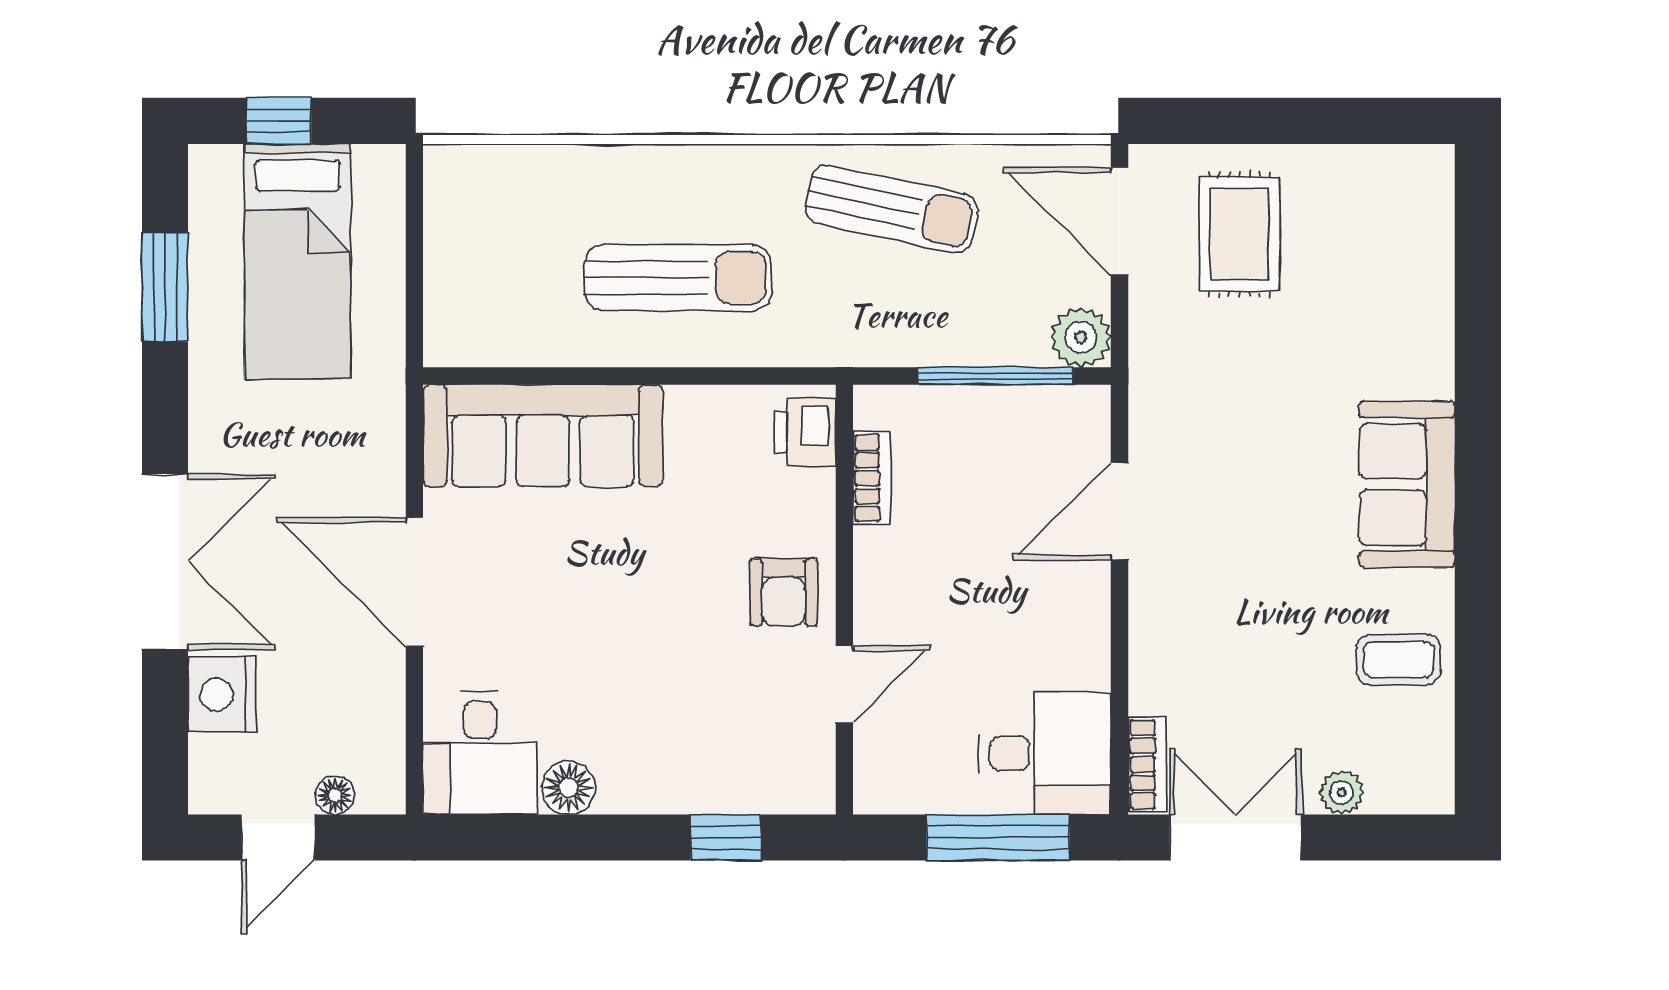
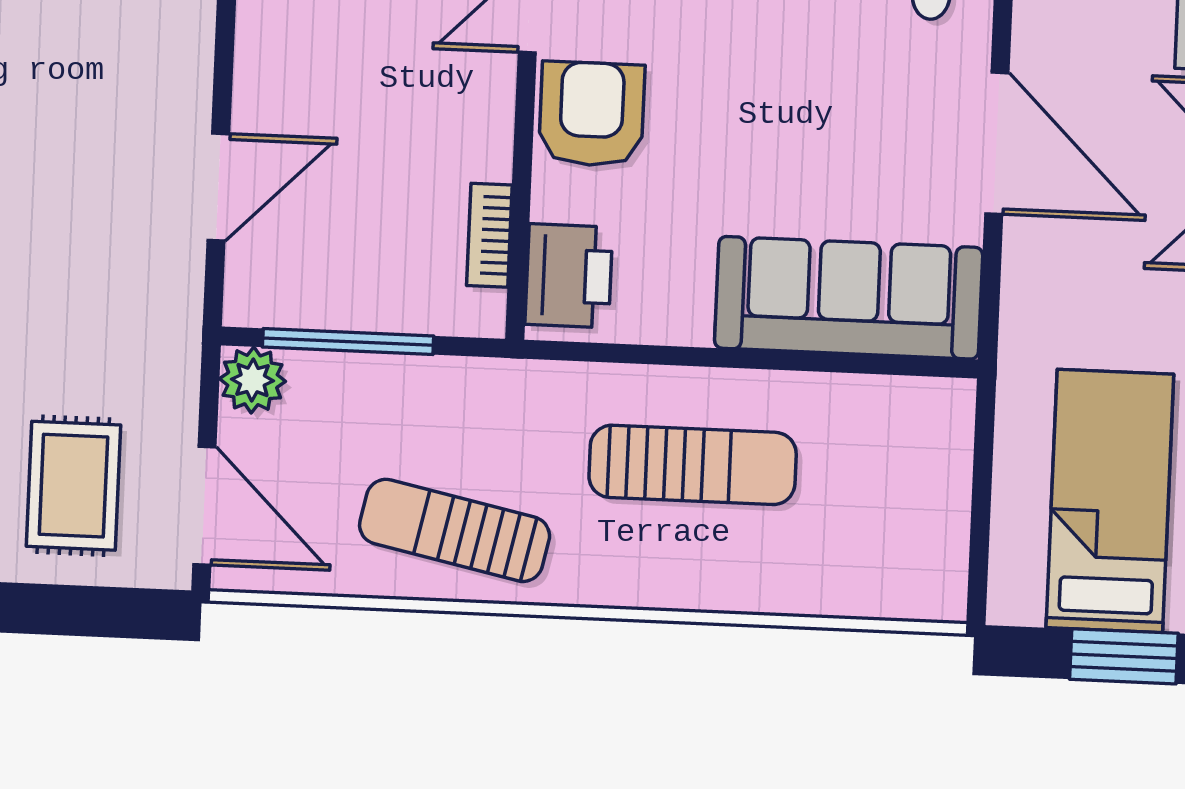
window: (279, 121) -> (1124, 656), width x1.50
sun lounger: (678, 278) -> (693, 465), turned 180
printer: (805, 432) -> (569, 276), width x1.36, depth x1.24
armchair: (783, 592) -> (592, 114), width x1.38, depth x1.38

